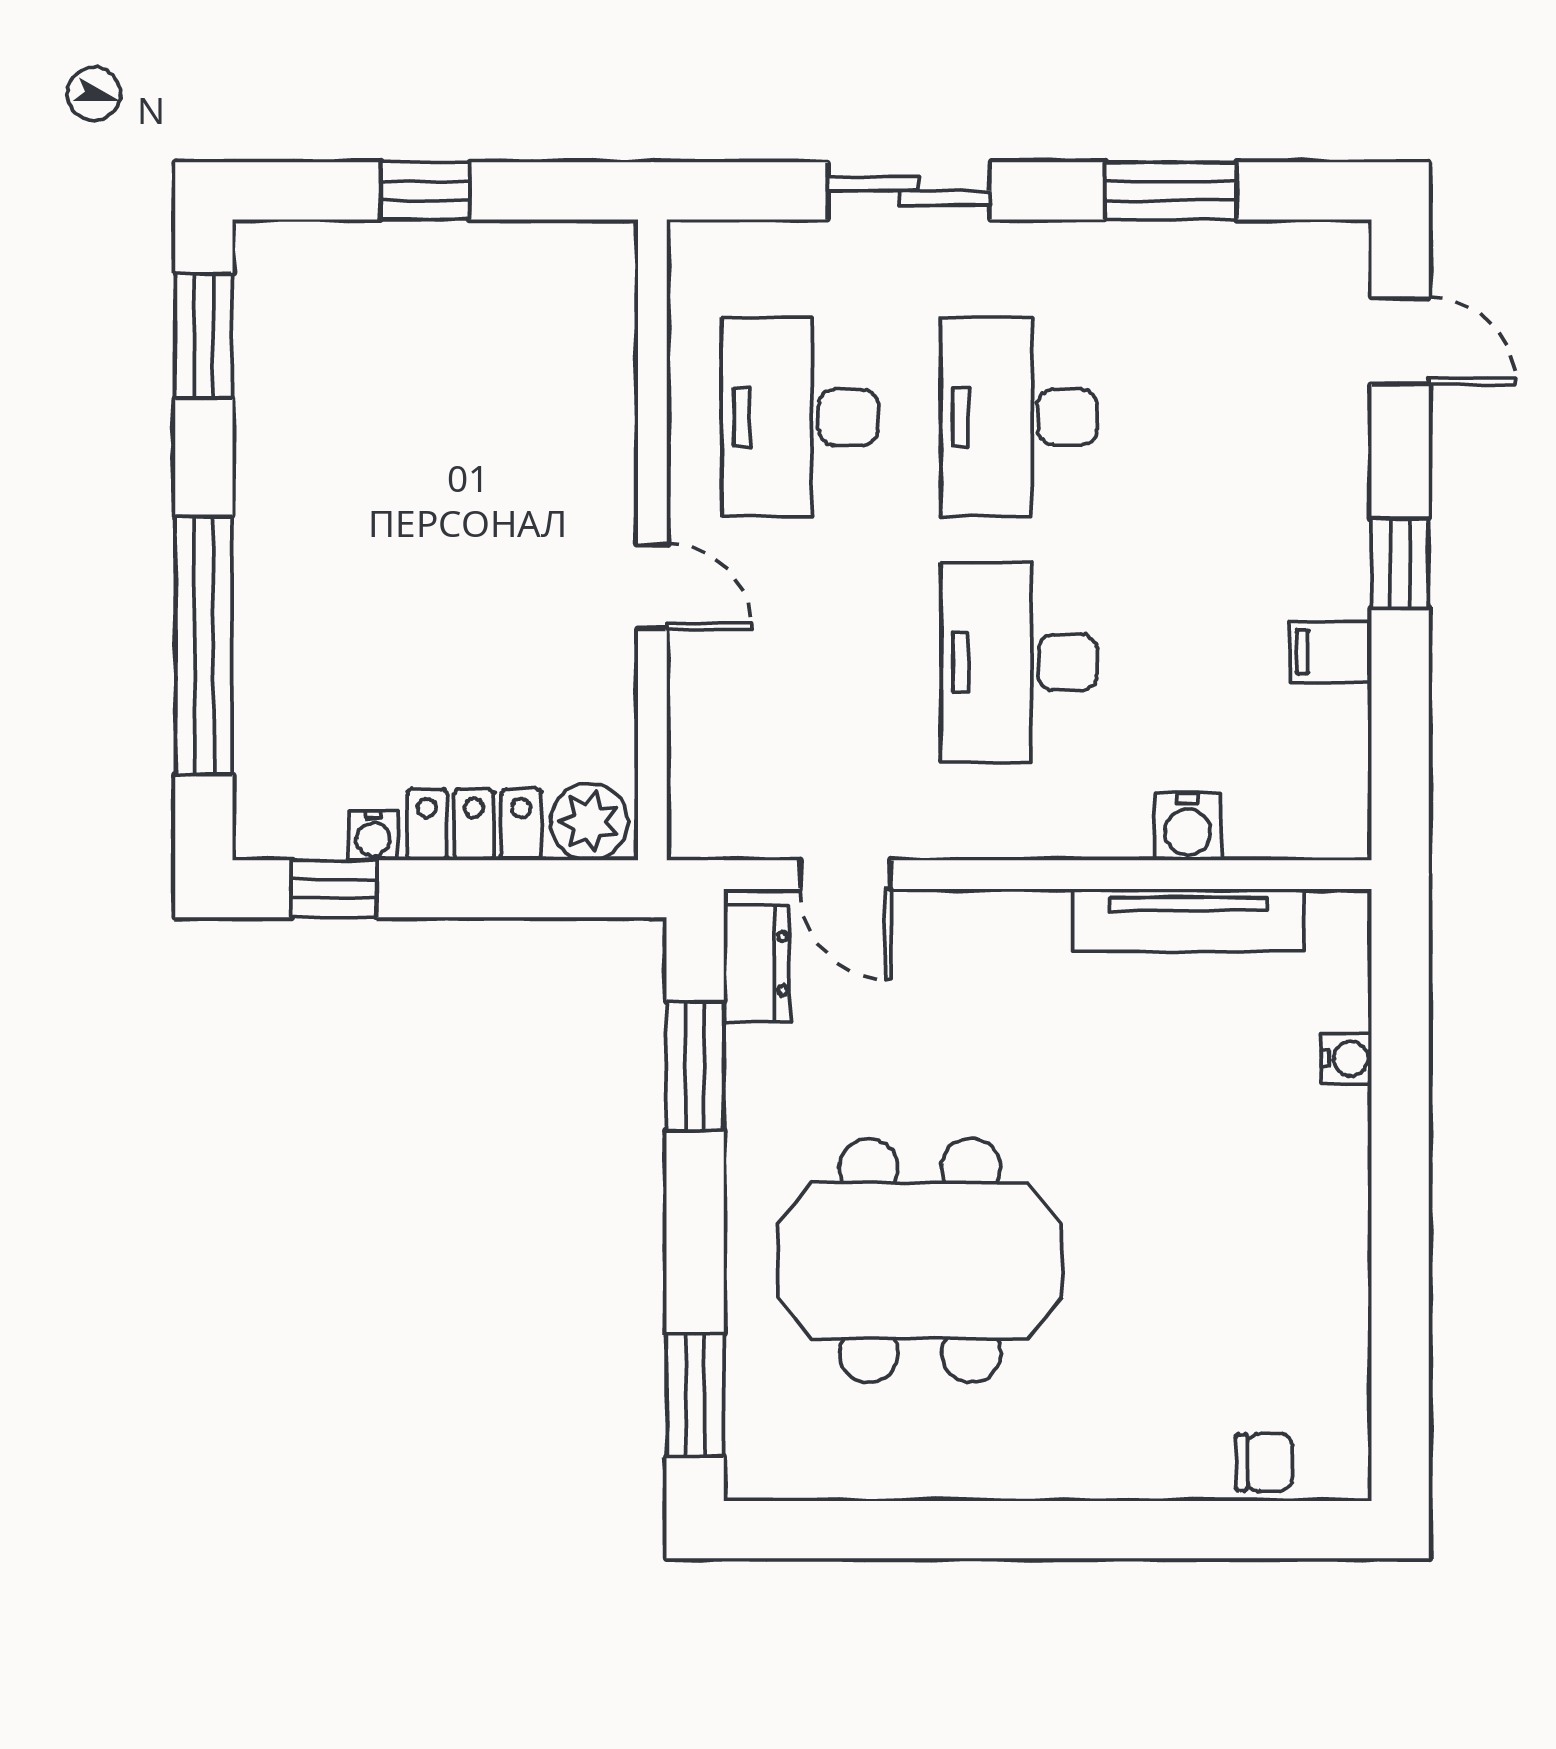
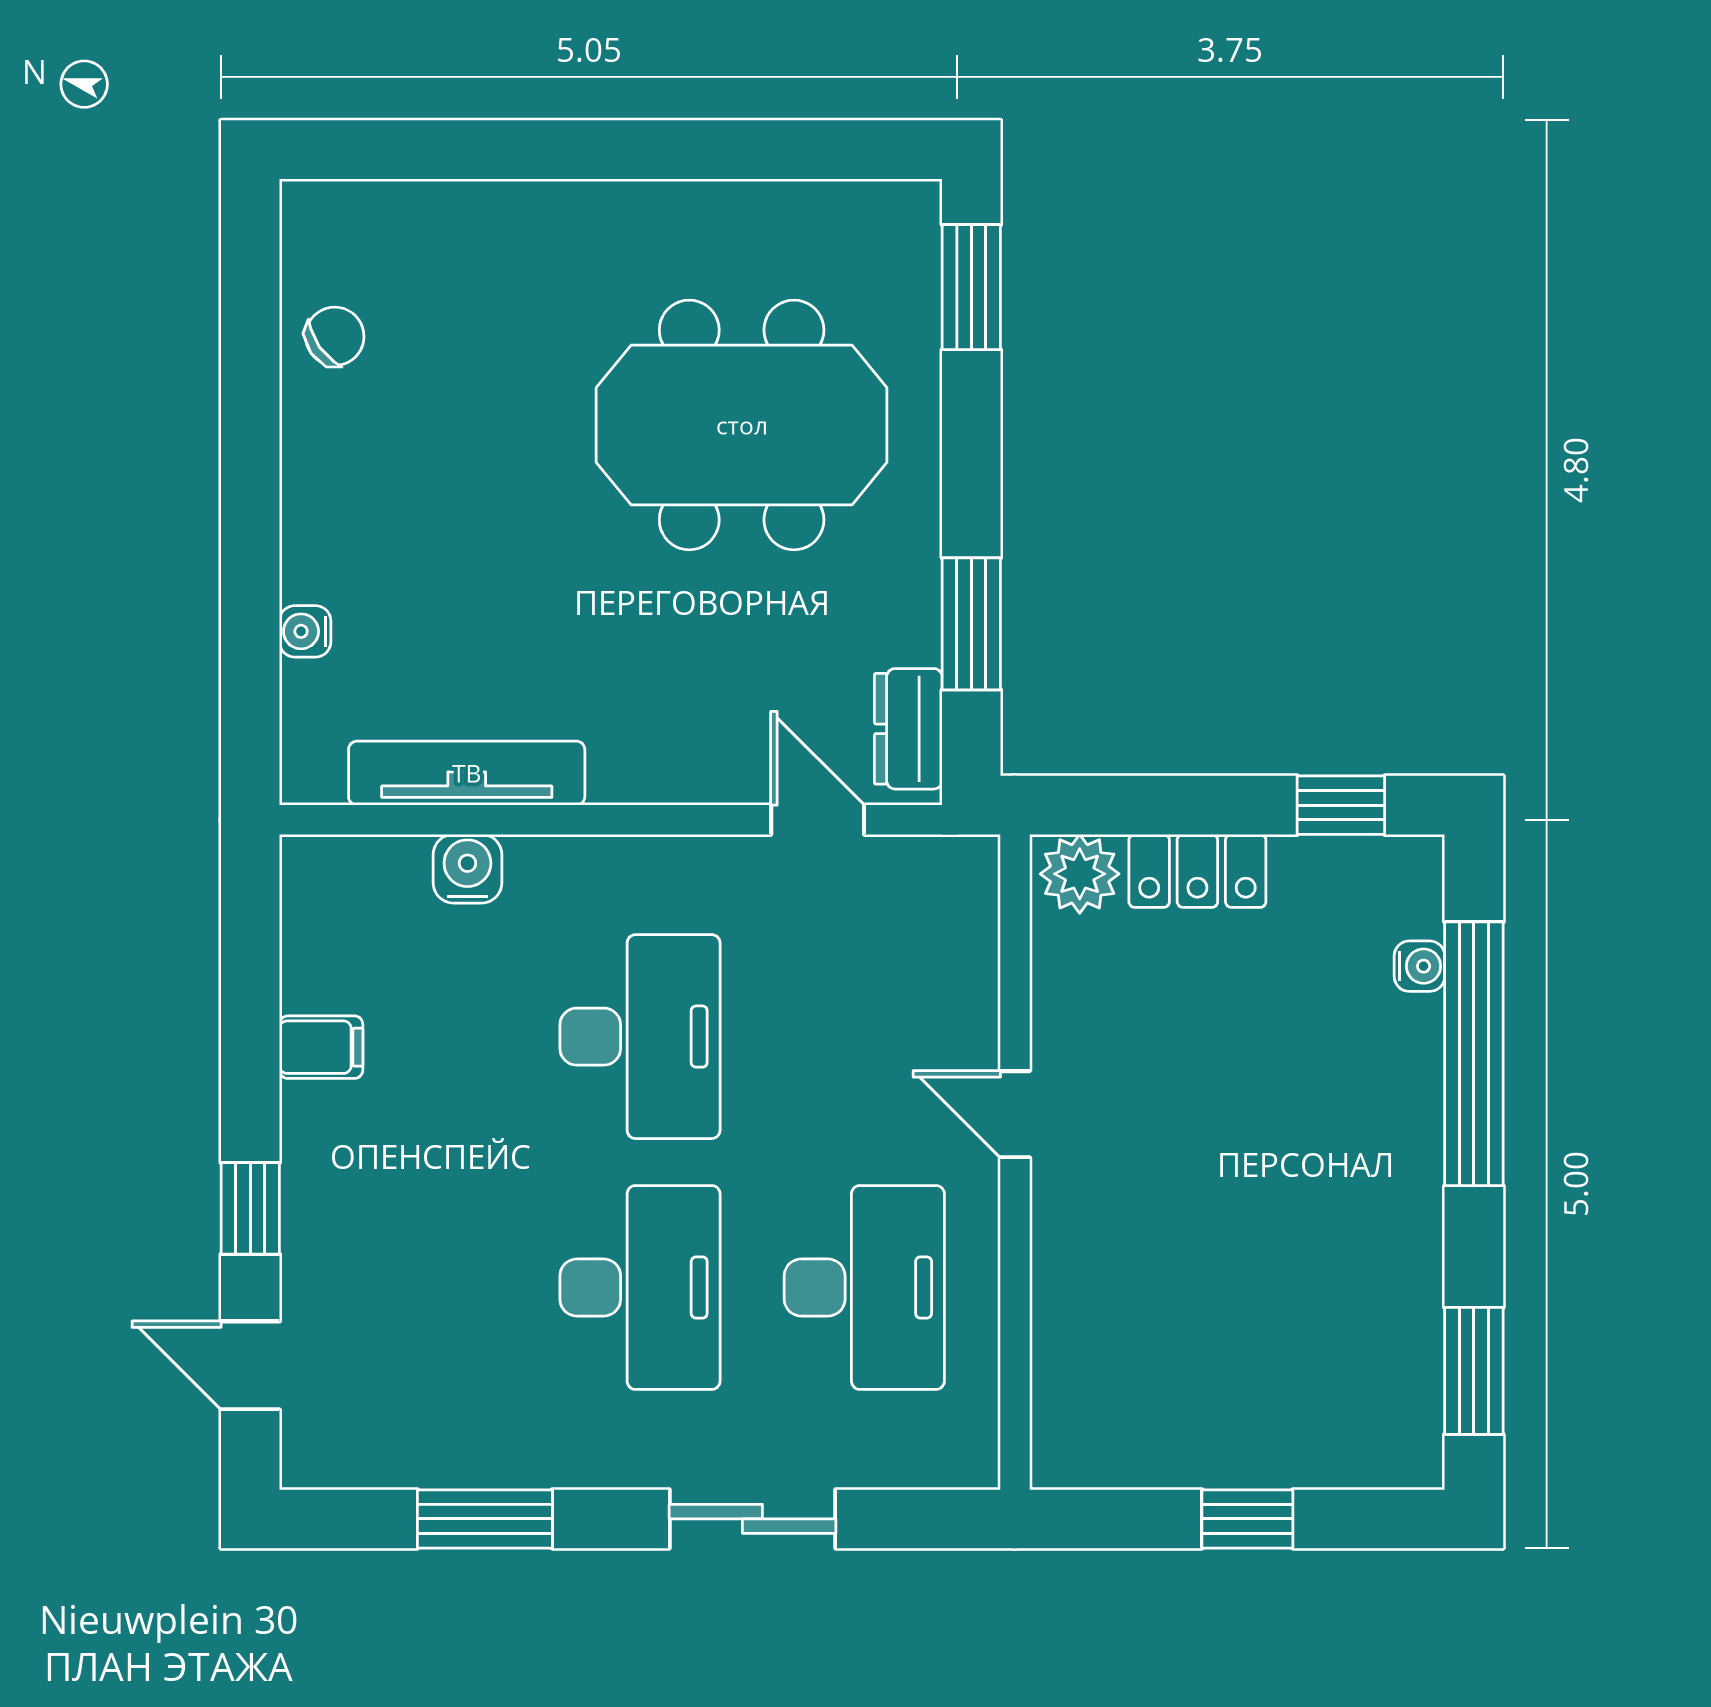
window: (1400, 563) -> (250, 1208), moved
water cooler: (373, 836) -> (1419, 966), moved, turned 90
chair: (1264, 1462) -> (335, 336), moved, turned 145

